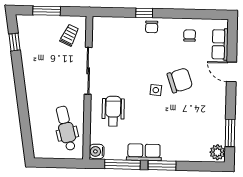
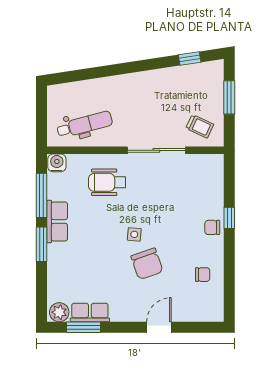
row of seats: (220, 44) -> (90, 313), moved
wheelchair: (113, 111) -> (107, 182), turned 180

